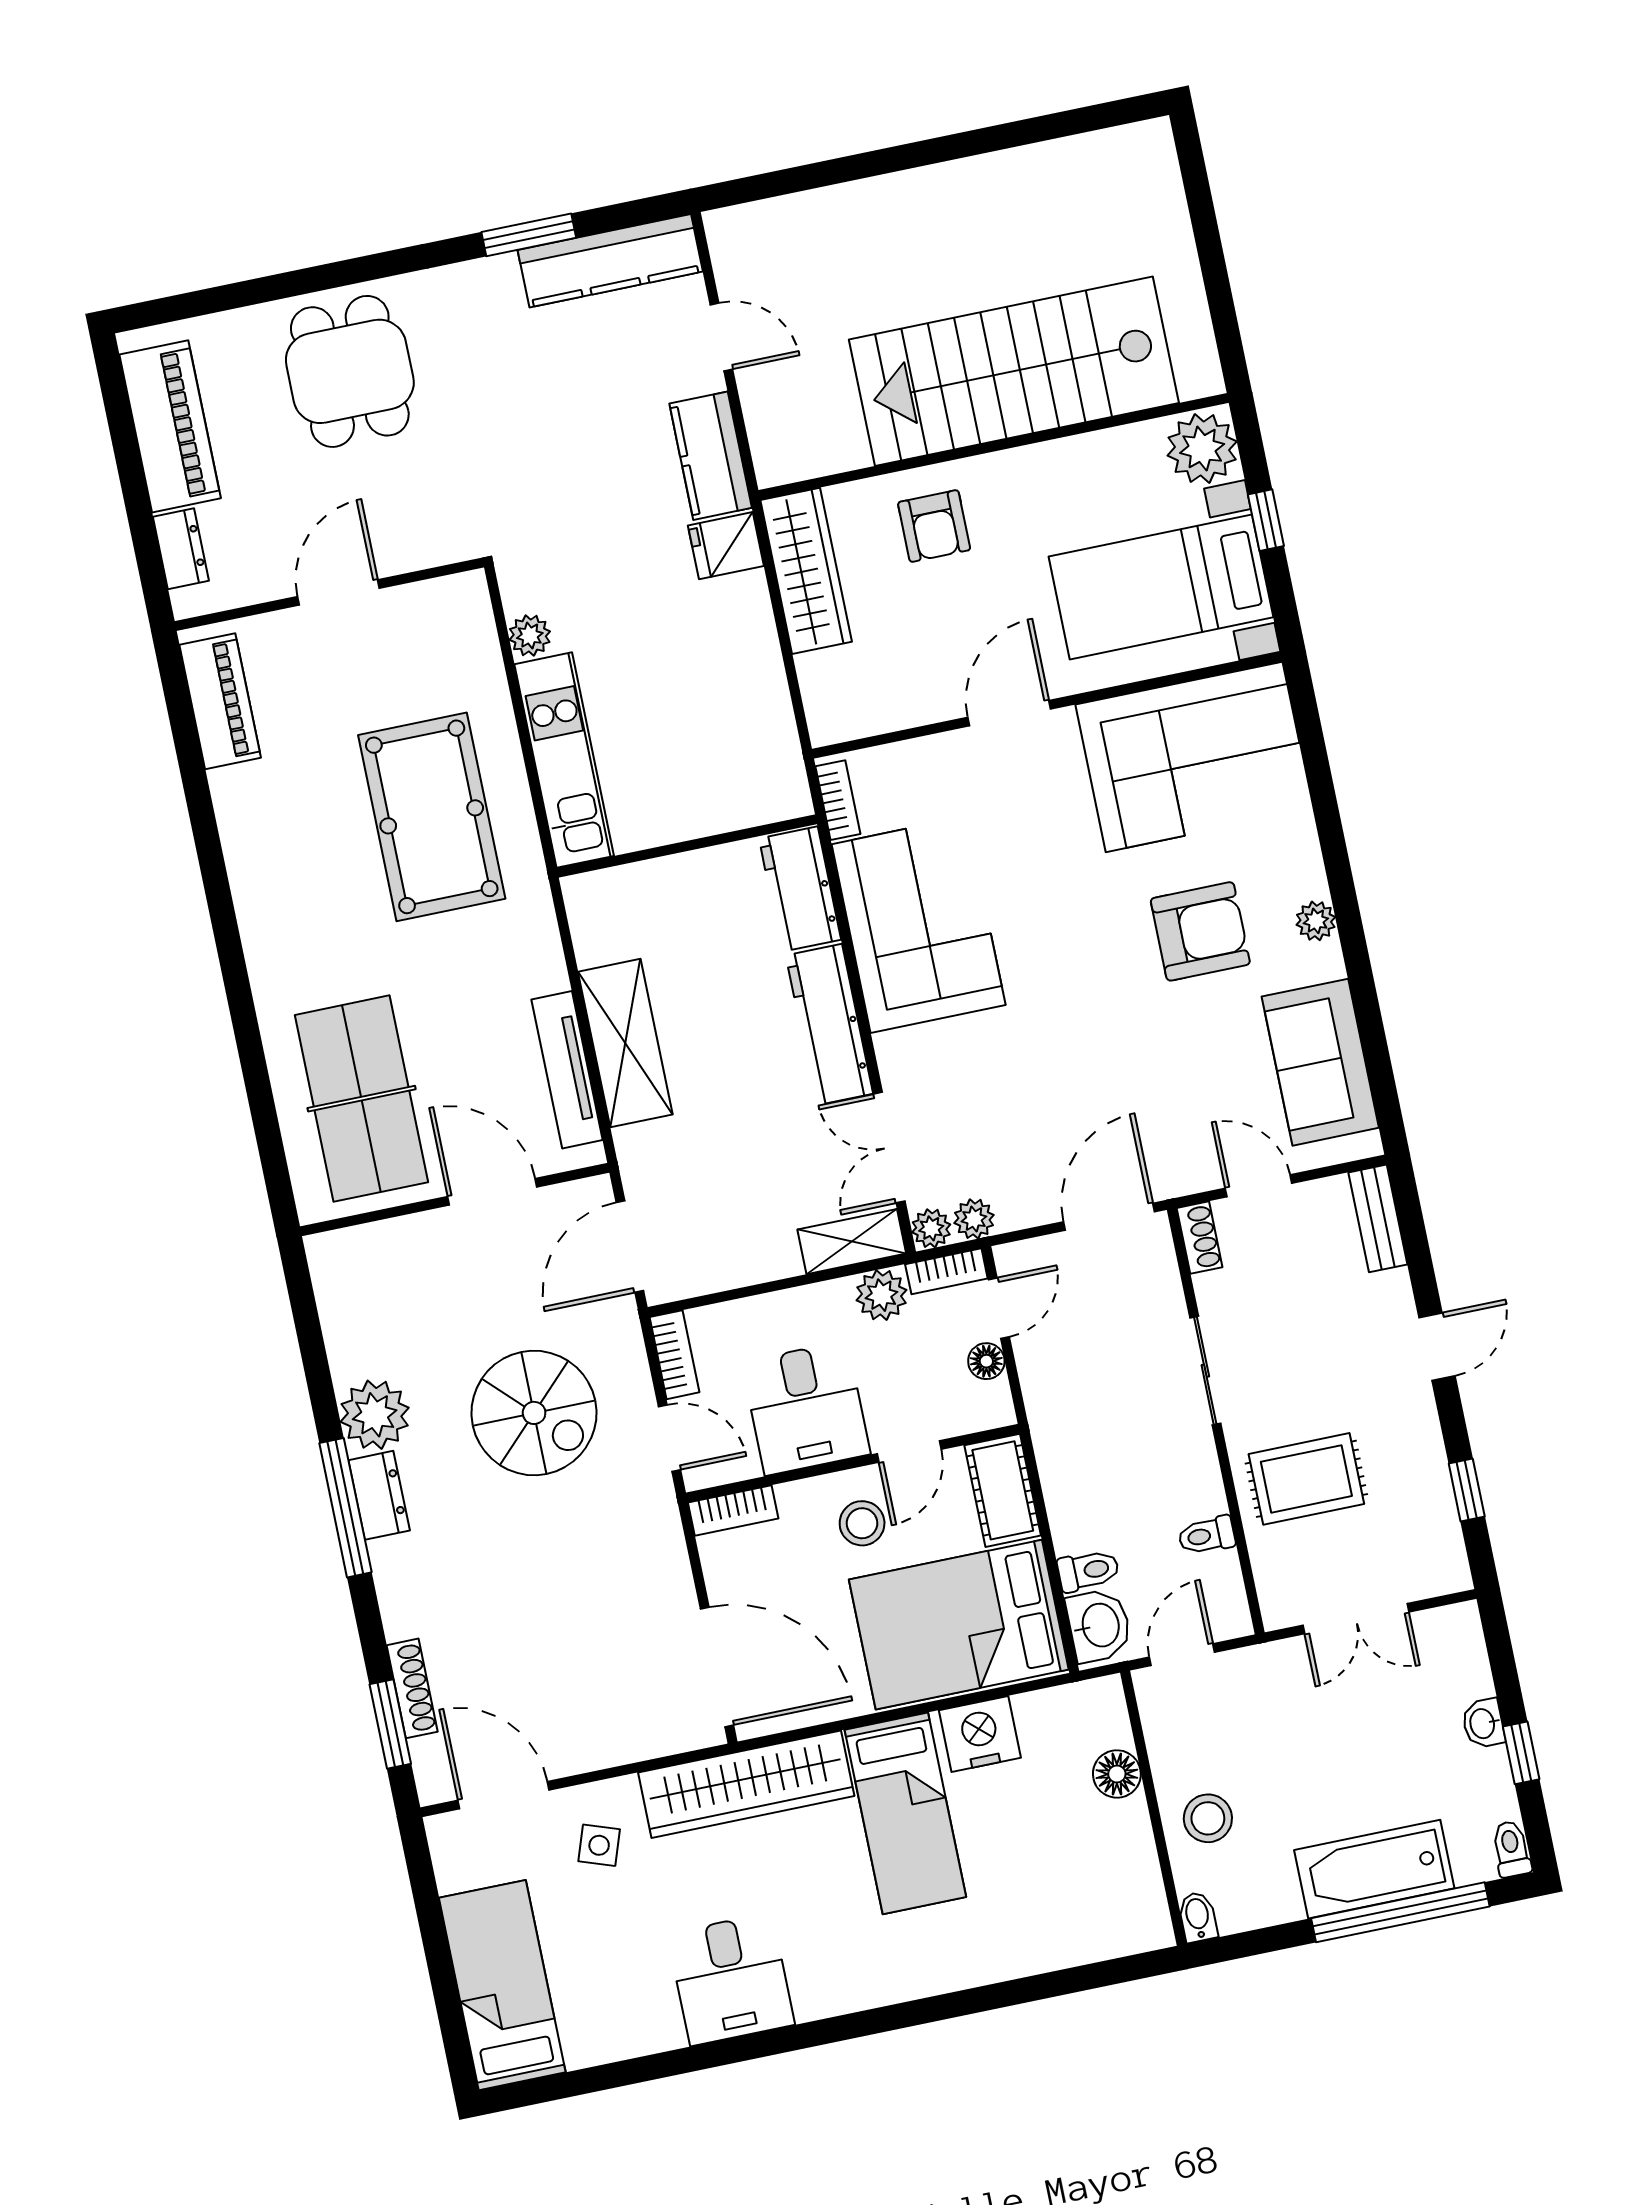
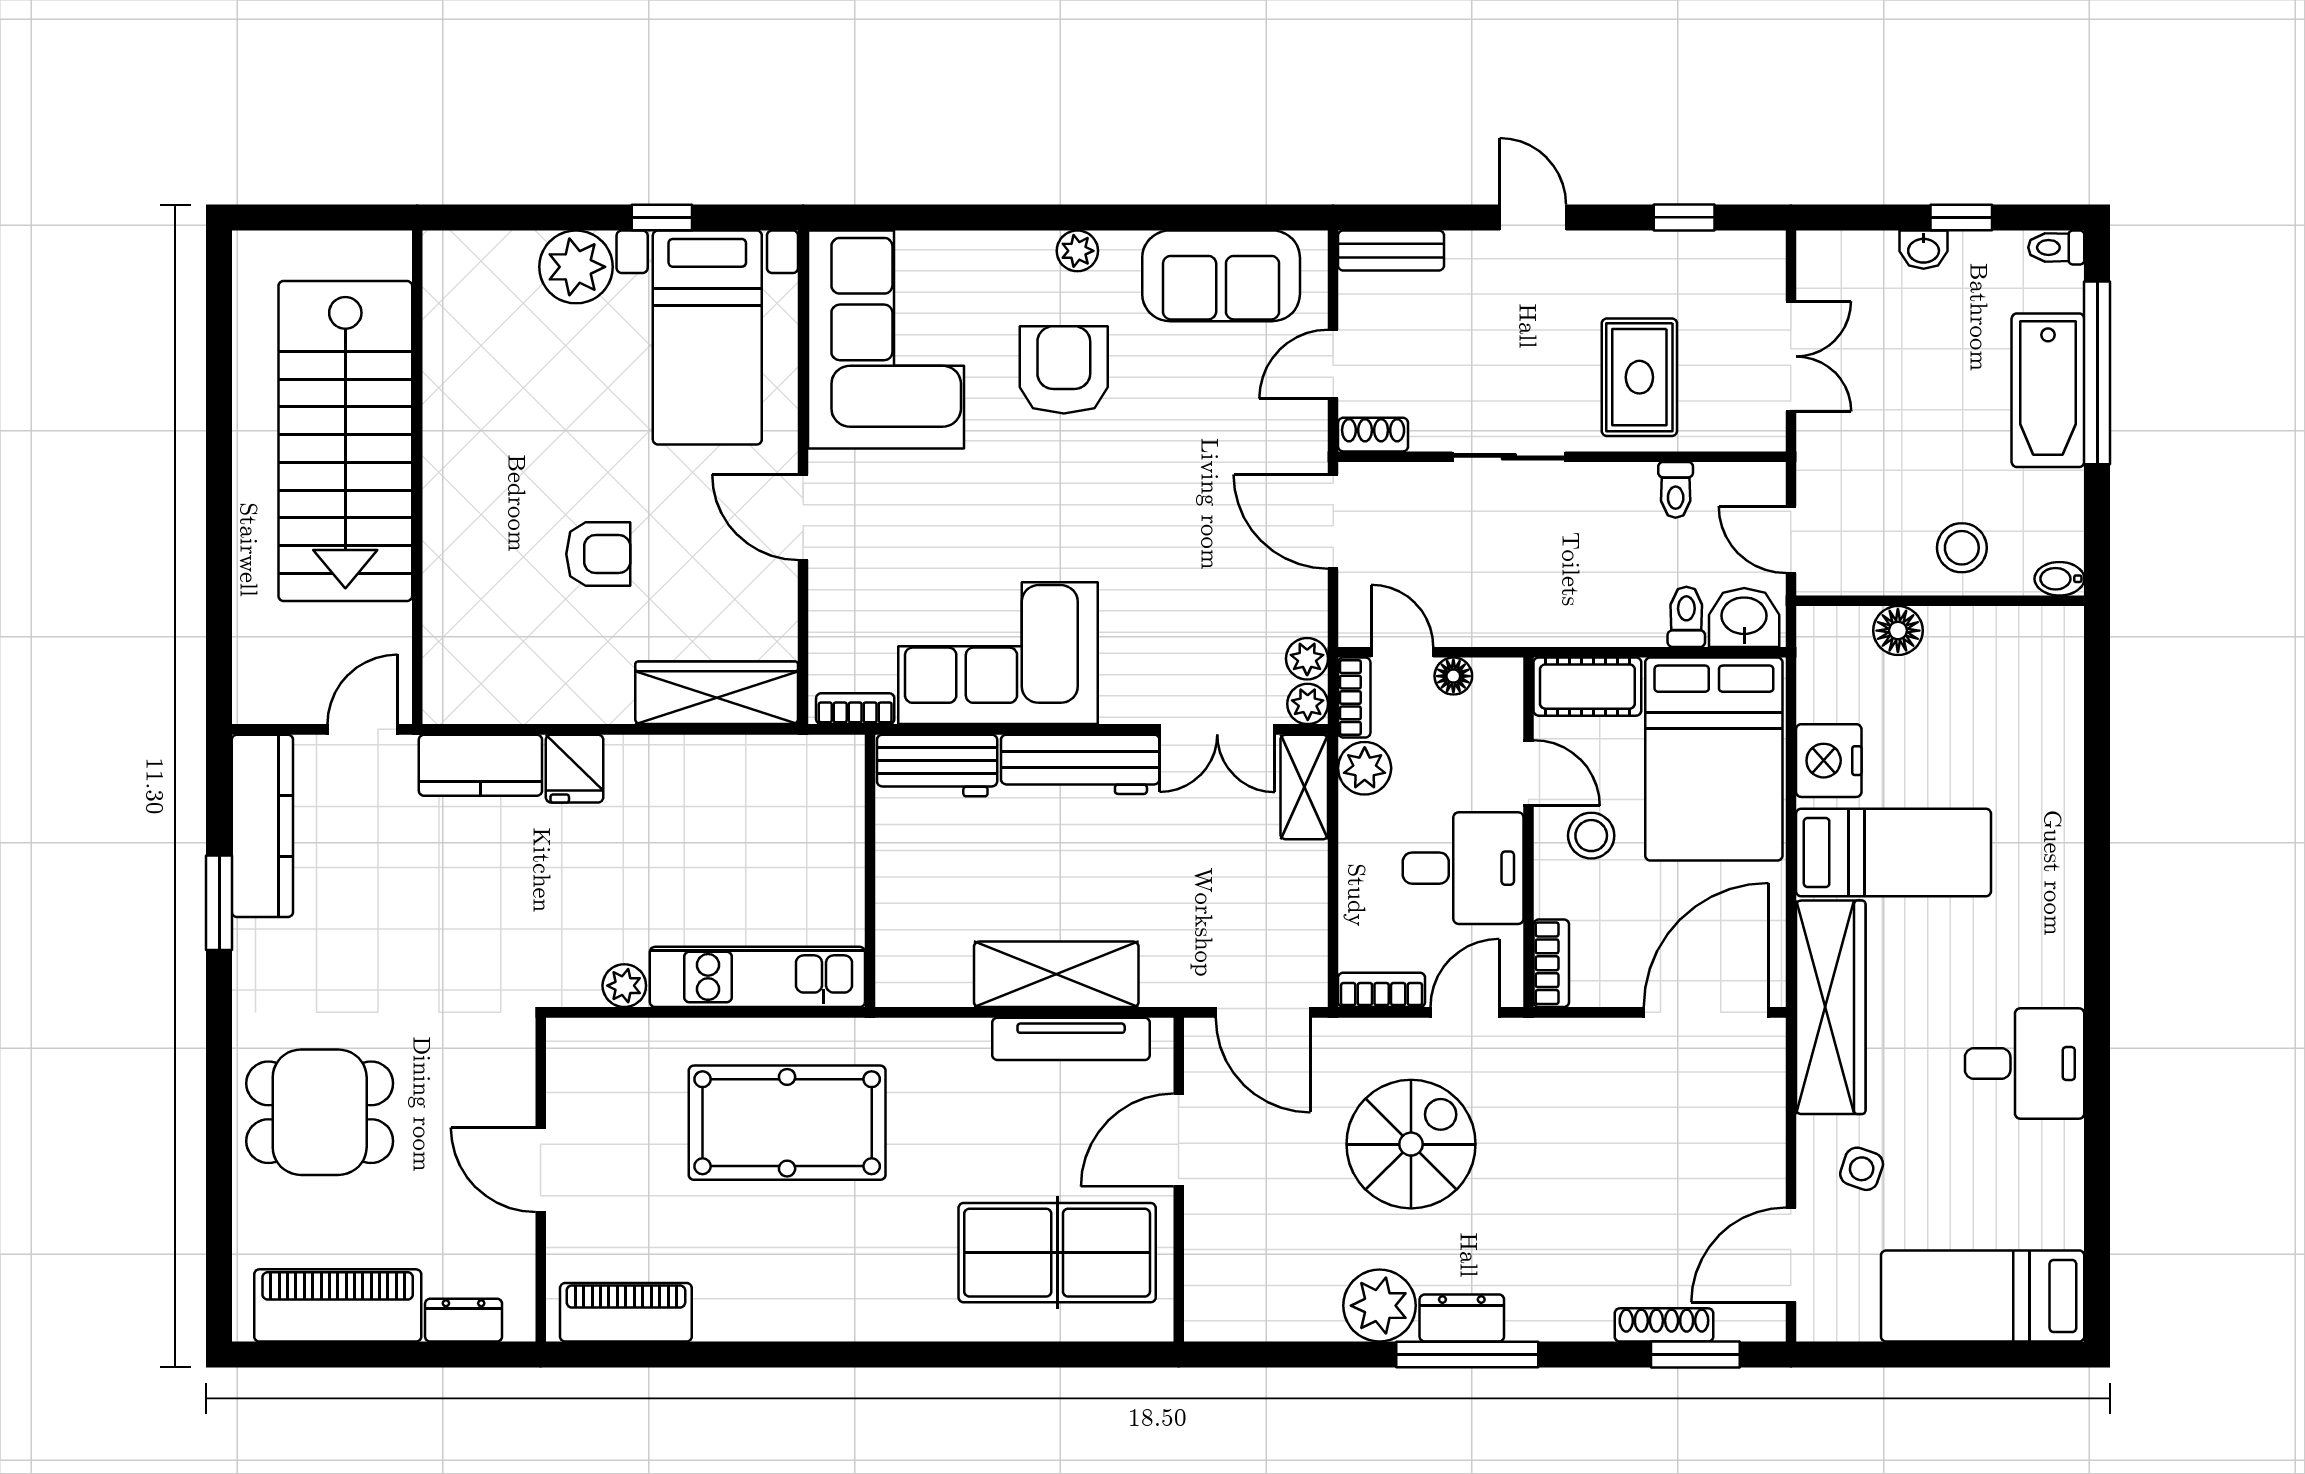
stairs: (1014, 371) -> (345, 441), moved
wall: (994, 447) -> (417, 477), moved
wardrobe: (806, 571) -> (717, 693), moved

